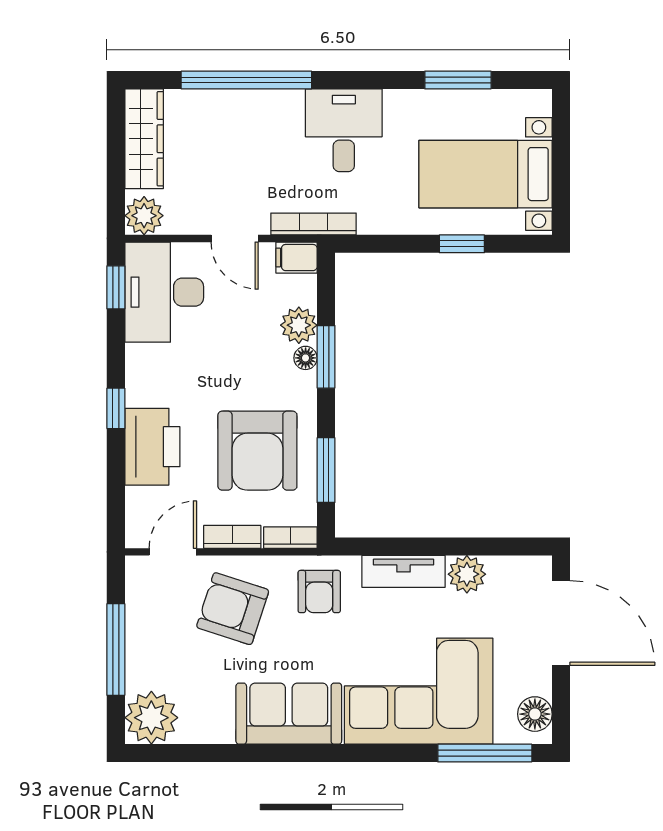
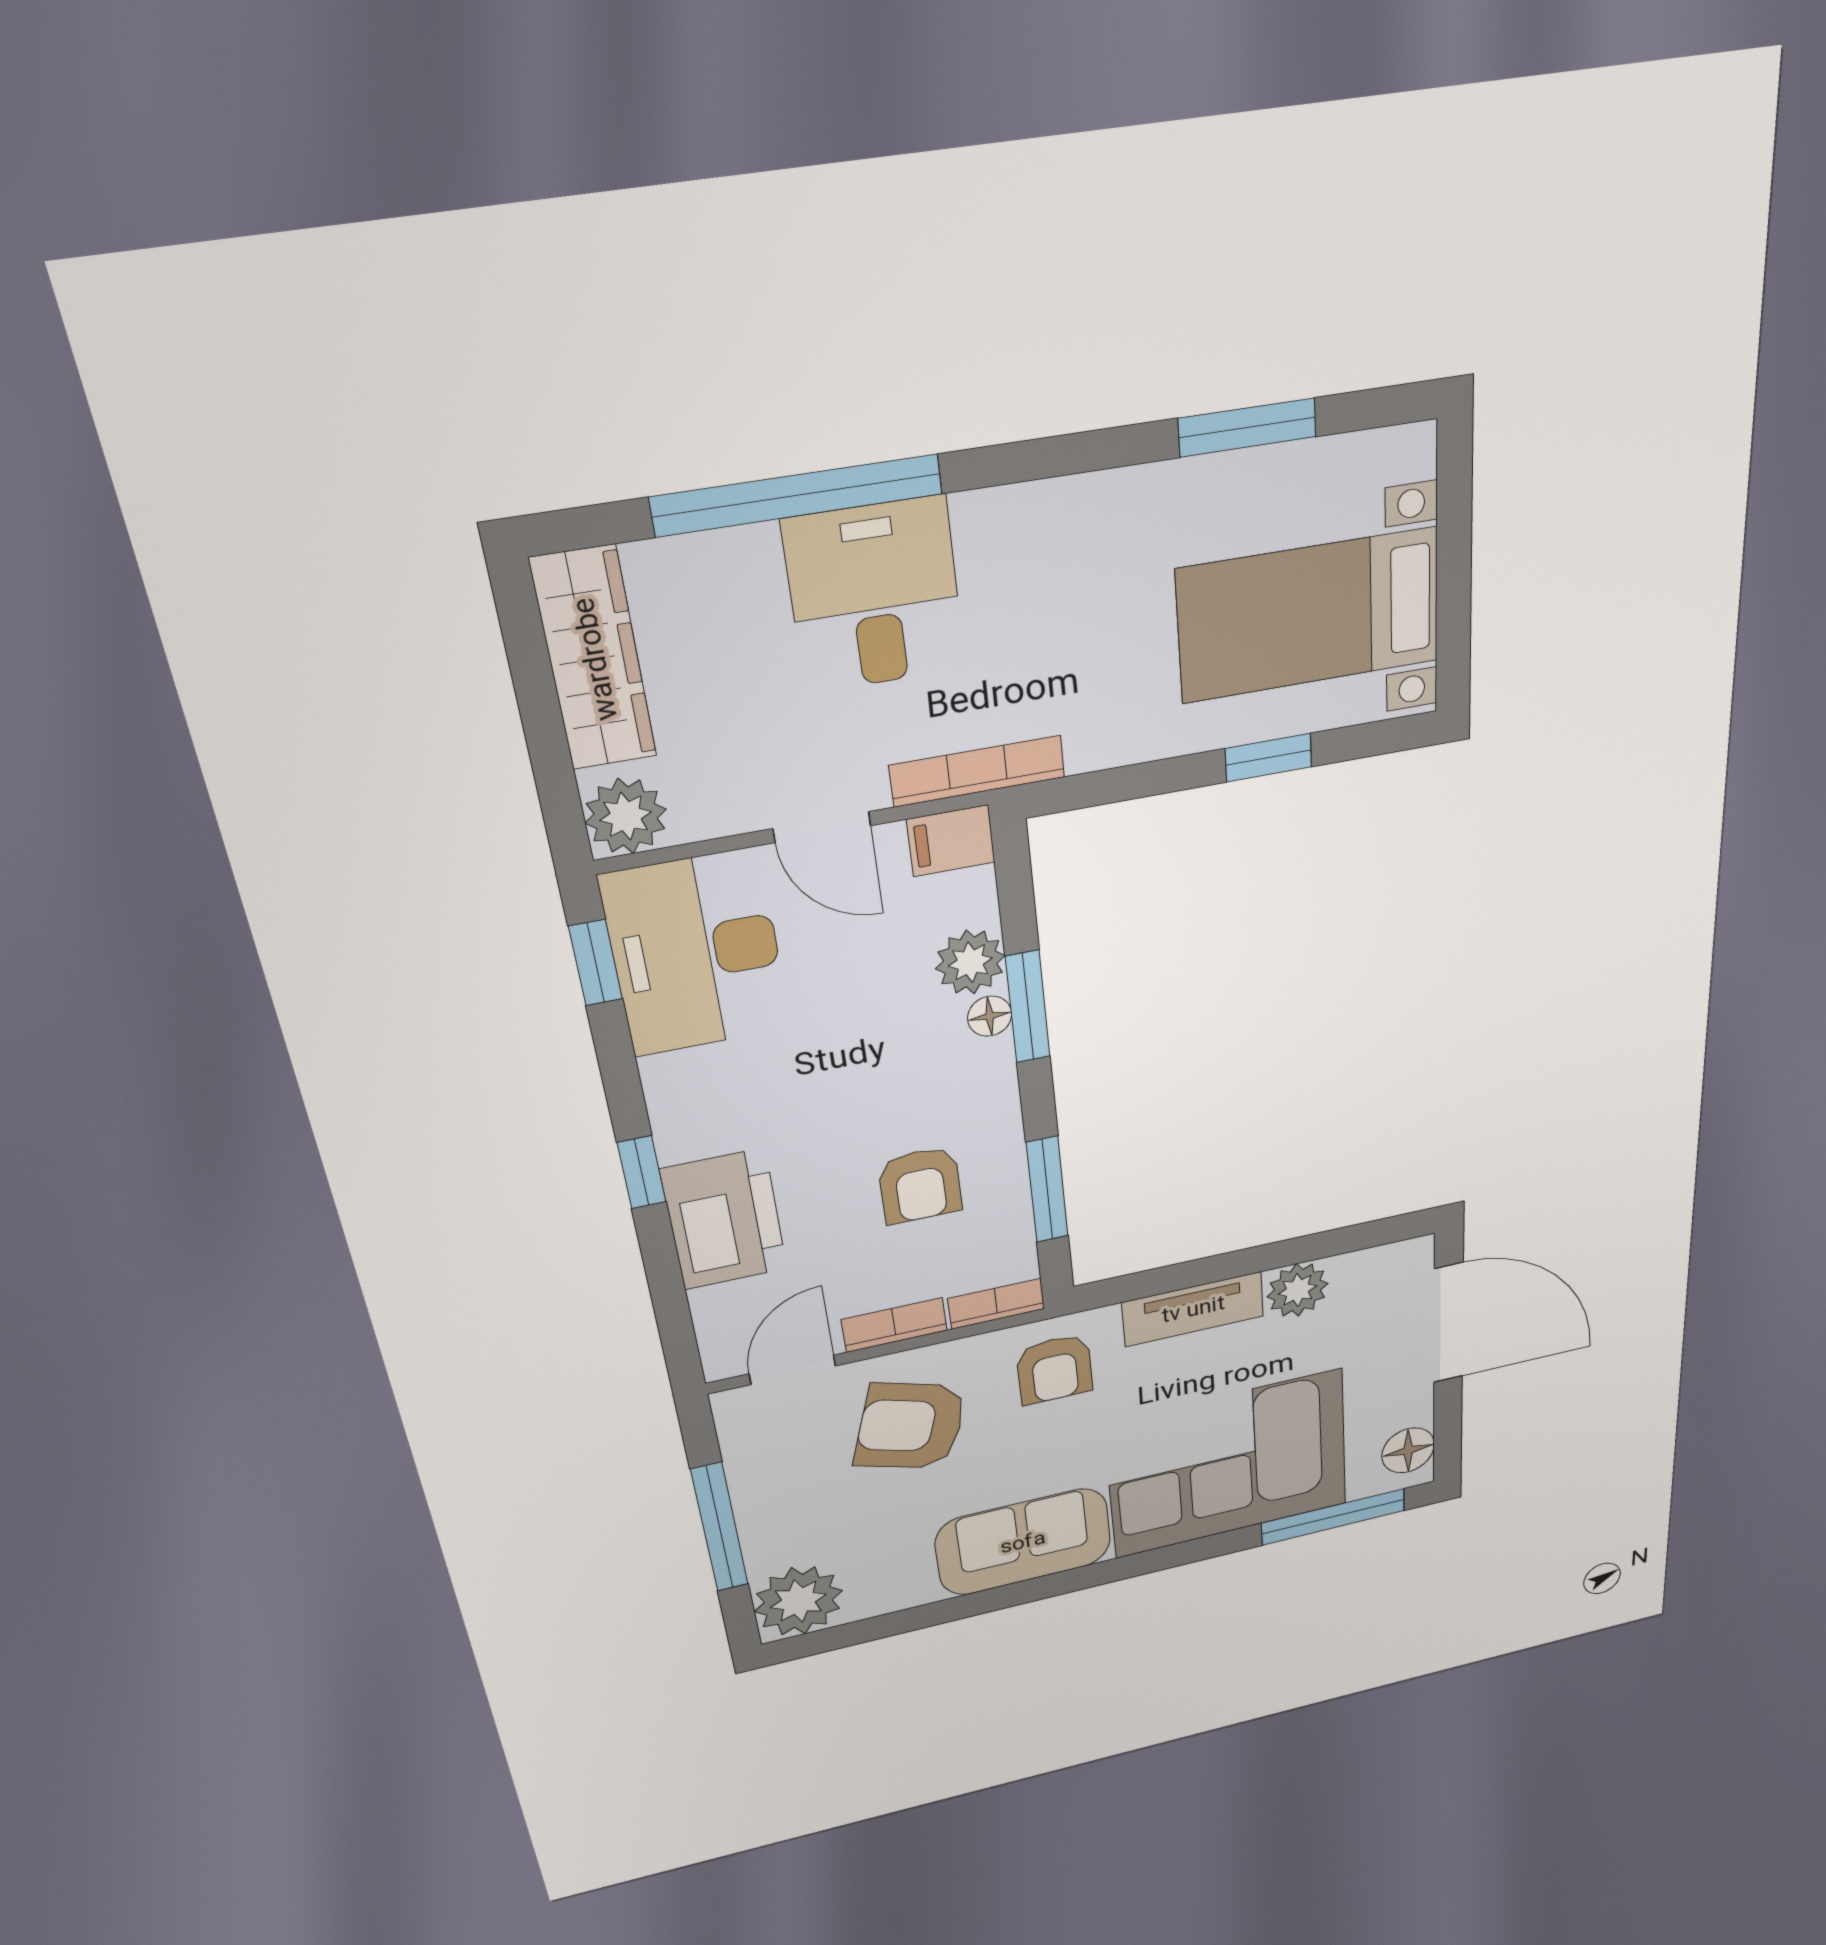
desk: (344, 130) -> (875, 595), moved
armchair: (257, 451) -> (920, 1185), width x0.53, depth x0.53

